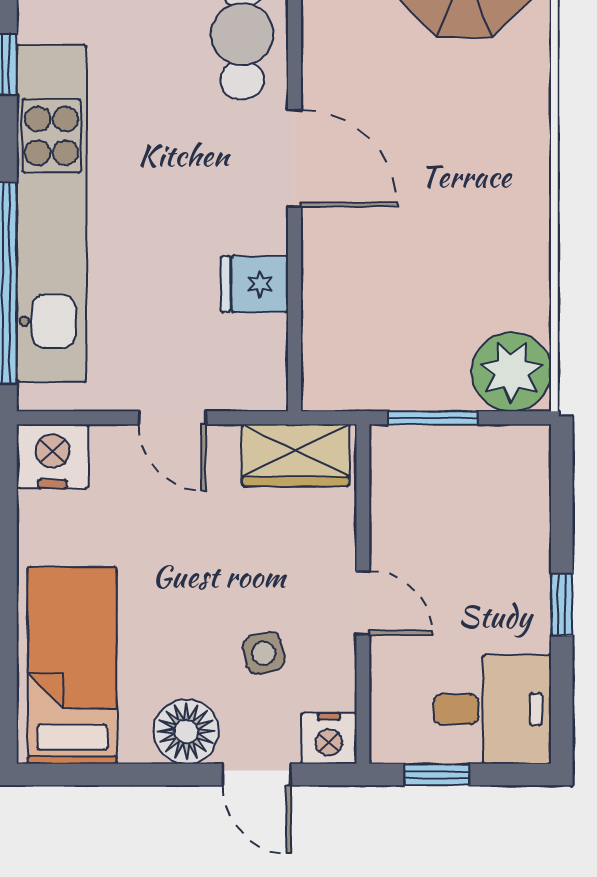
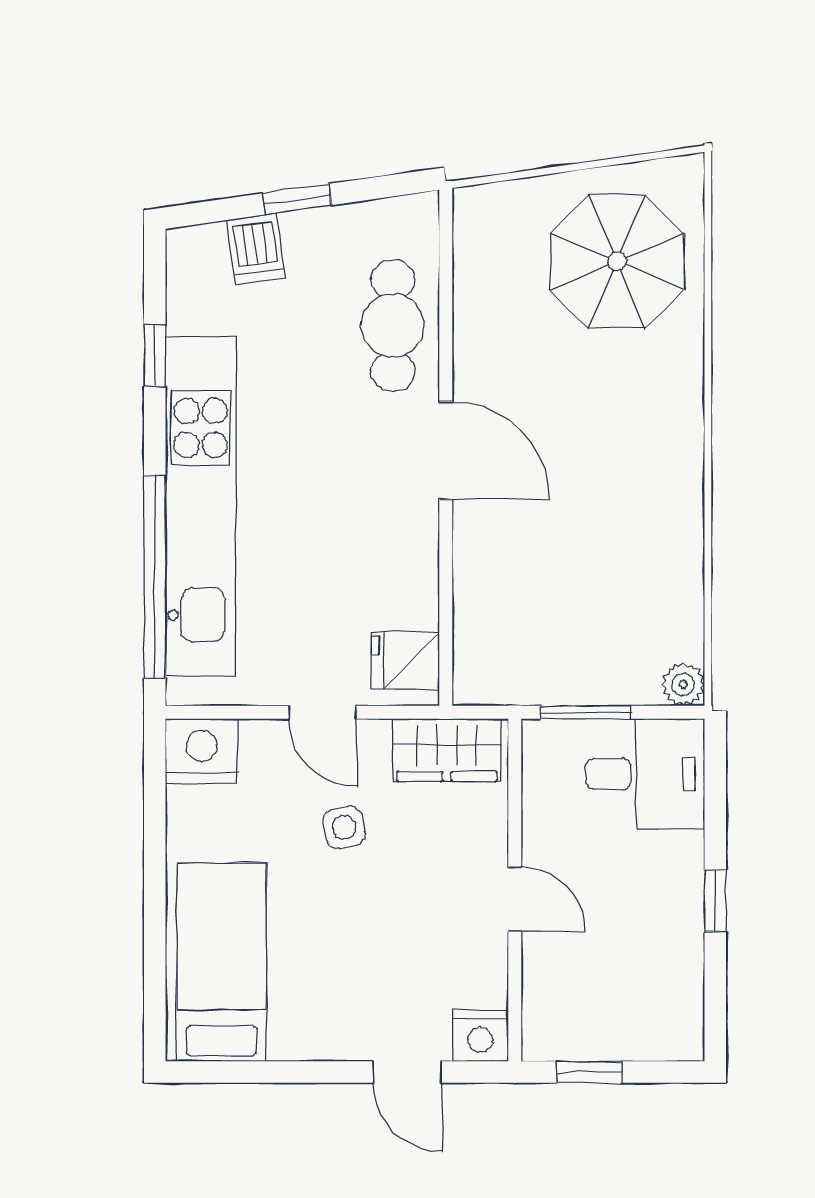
fridge: (254, 284) -> (405, 661), moved
plant: (511, 372) -> (683, 685), width x0.53, depth x0.53
side table: (264, 653) -> (344, 827), moved
desk: (492, 709) -> (645, 774), moved
floor lamp: (186, 731) -> (337, 1029), removed

